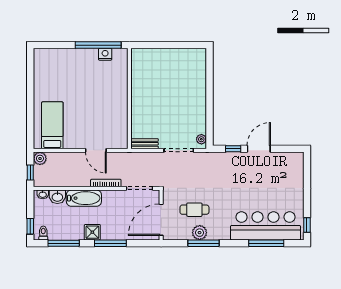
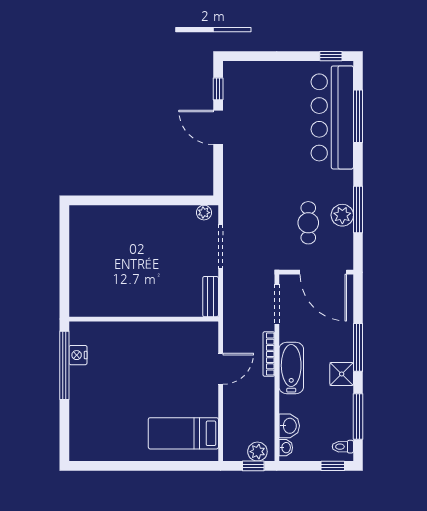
window: (233, 149) -> (218, 89), moved
plant: (40, 158) -> (257, 452), moved
bathtub: (84, 198) -> (291, 368), moved

